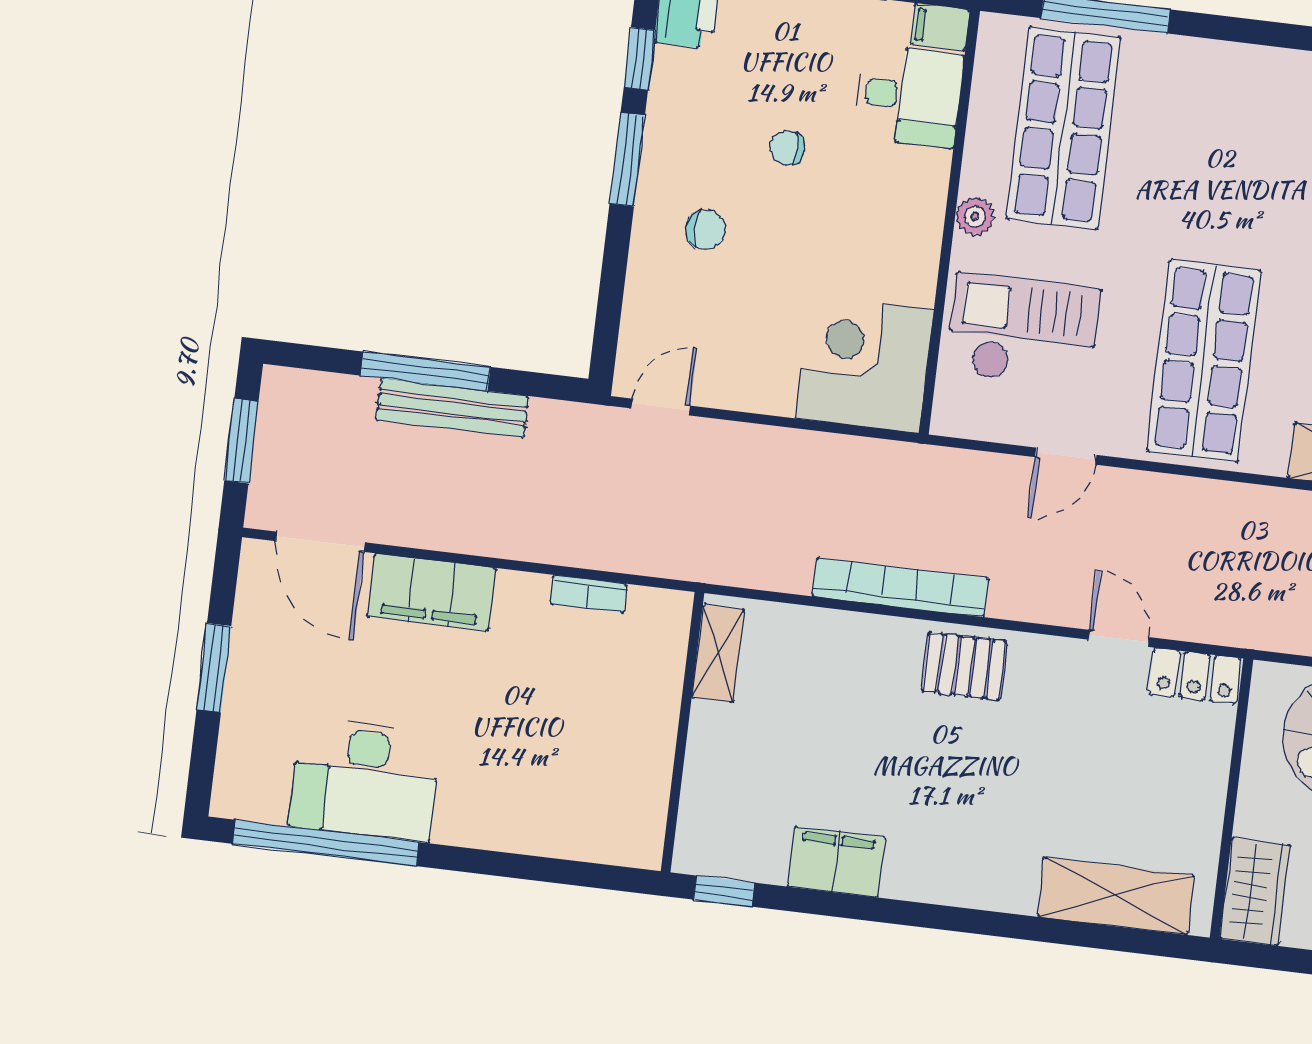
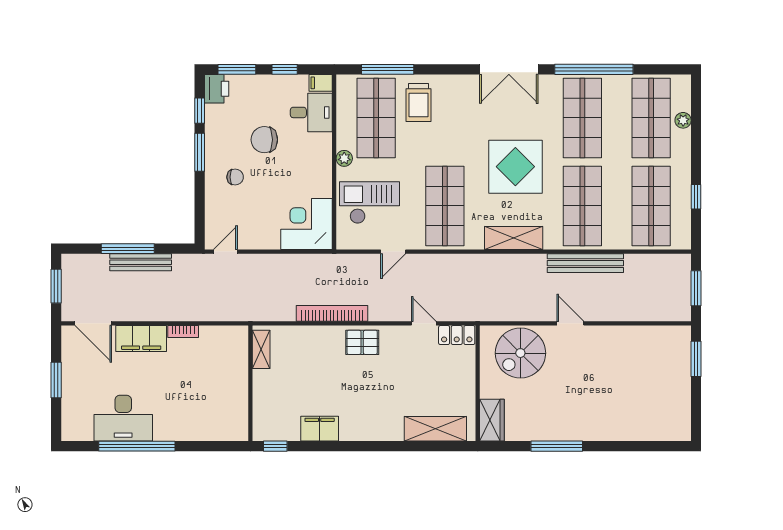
trolley: (1171, 103) -> (419, 102), added
chair: (787, 148) -> (264, 140), width x1.87, depth x1.87
bookcase: (588, 594) -> (183, 331), moved
window: (326, 843) -> (137, 446), moved

